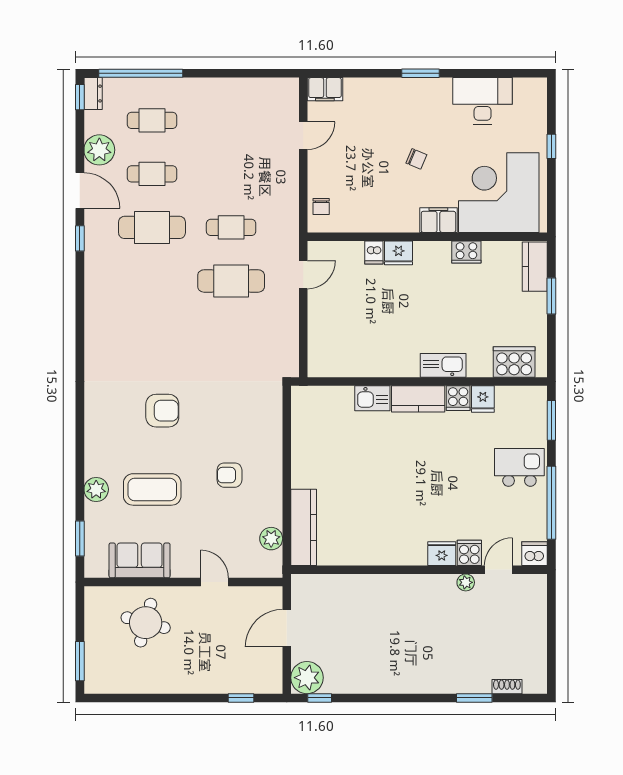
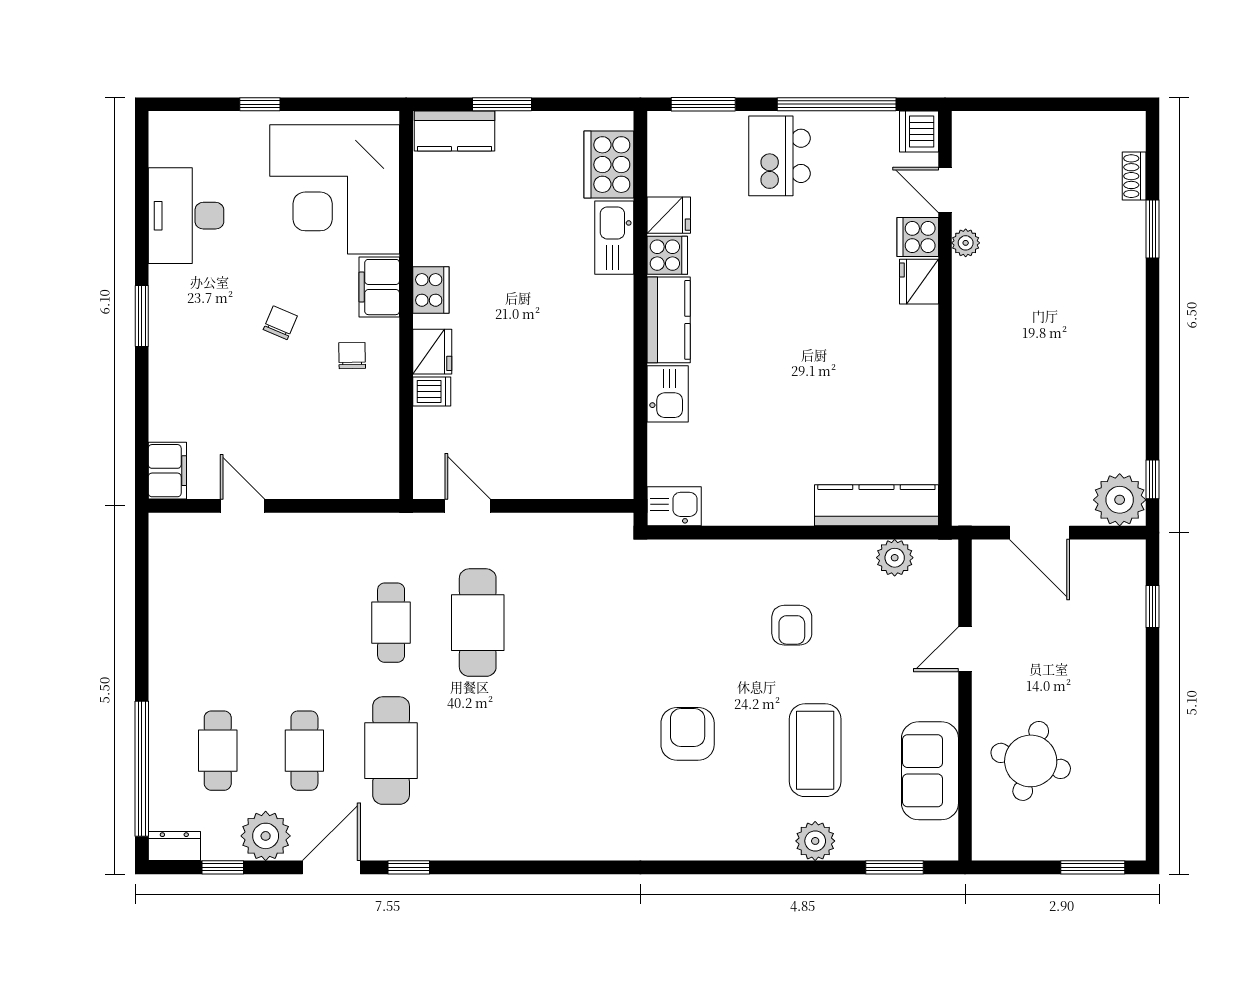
window: (80, 97) -> (223, 867), moved
chair: (321, 207) -> (352, 356), moved, turned -91
cooker: (466, 252) -> (431, 290), moved
kitchen sink: (443, 365) -> (614, 238), moved
kitchen sink: (303, 402) -> (674, 506), added

